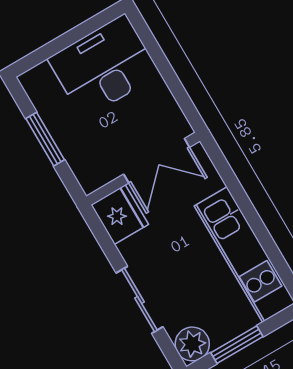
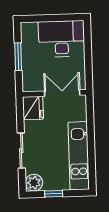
double door: (157, 161) -> (62, 93), swing flipped
window: (237, 345) -> (54, 194), width x0.67

